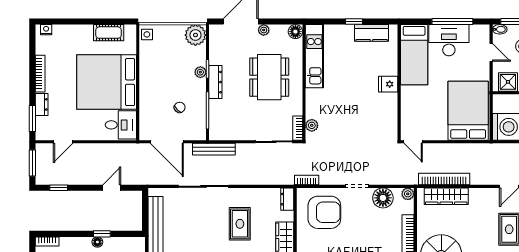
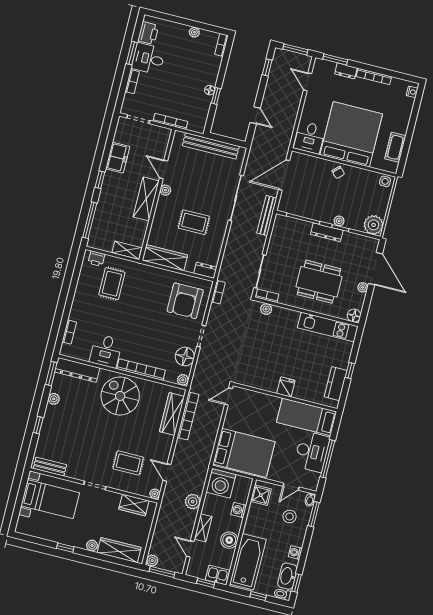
chair: (180, 107) -> (338, 172), moved

